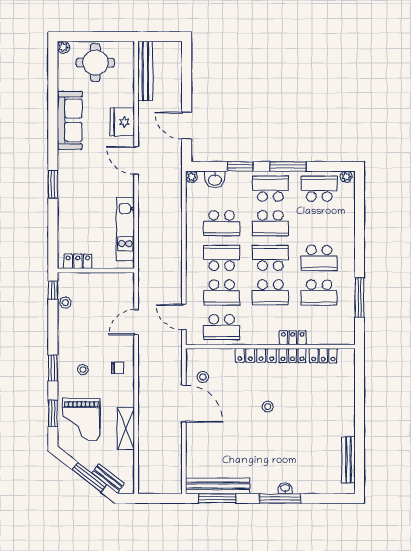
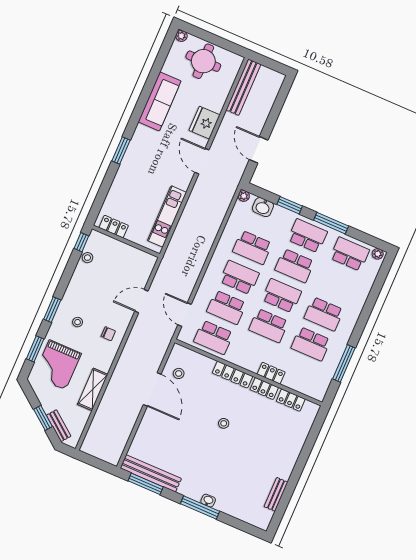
bench: (349, 460) -> (276, 494), width x0.73
window: (90, 477) -> (43, 418), width x0.69

